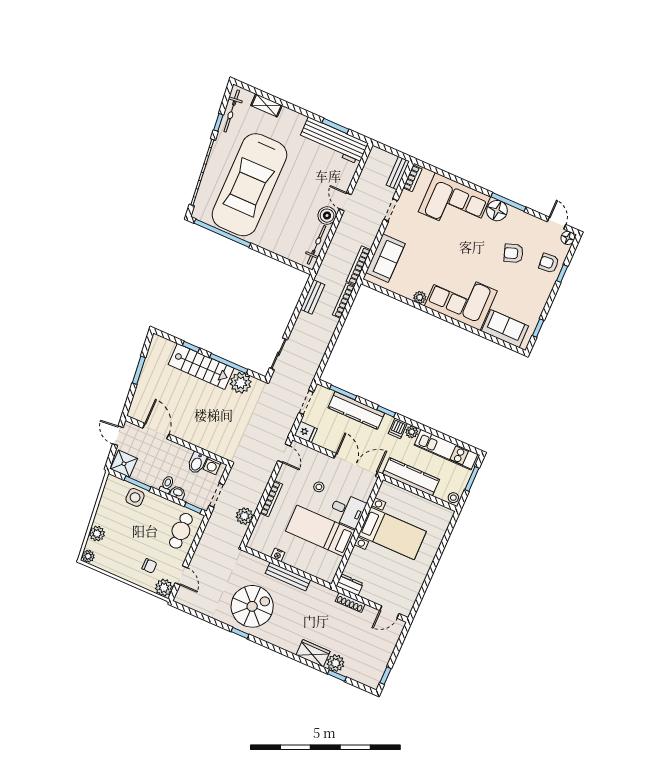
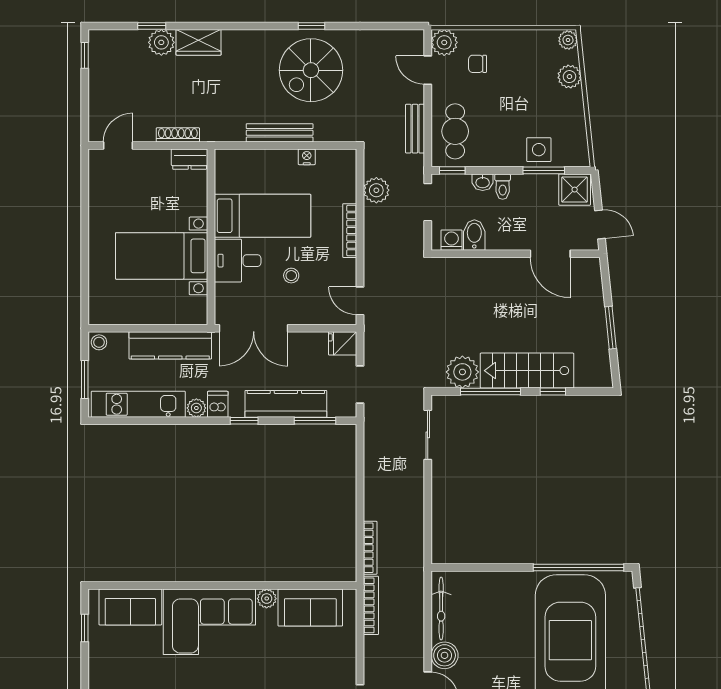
sofa: (385, 258) -> (310, 608), moved, turned -90
bench: (313, 297) -> (415, 129), moved

